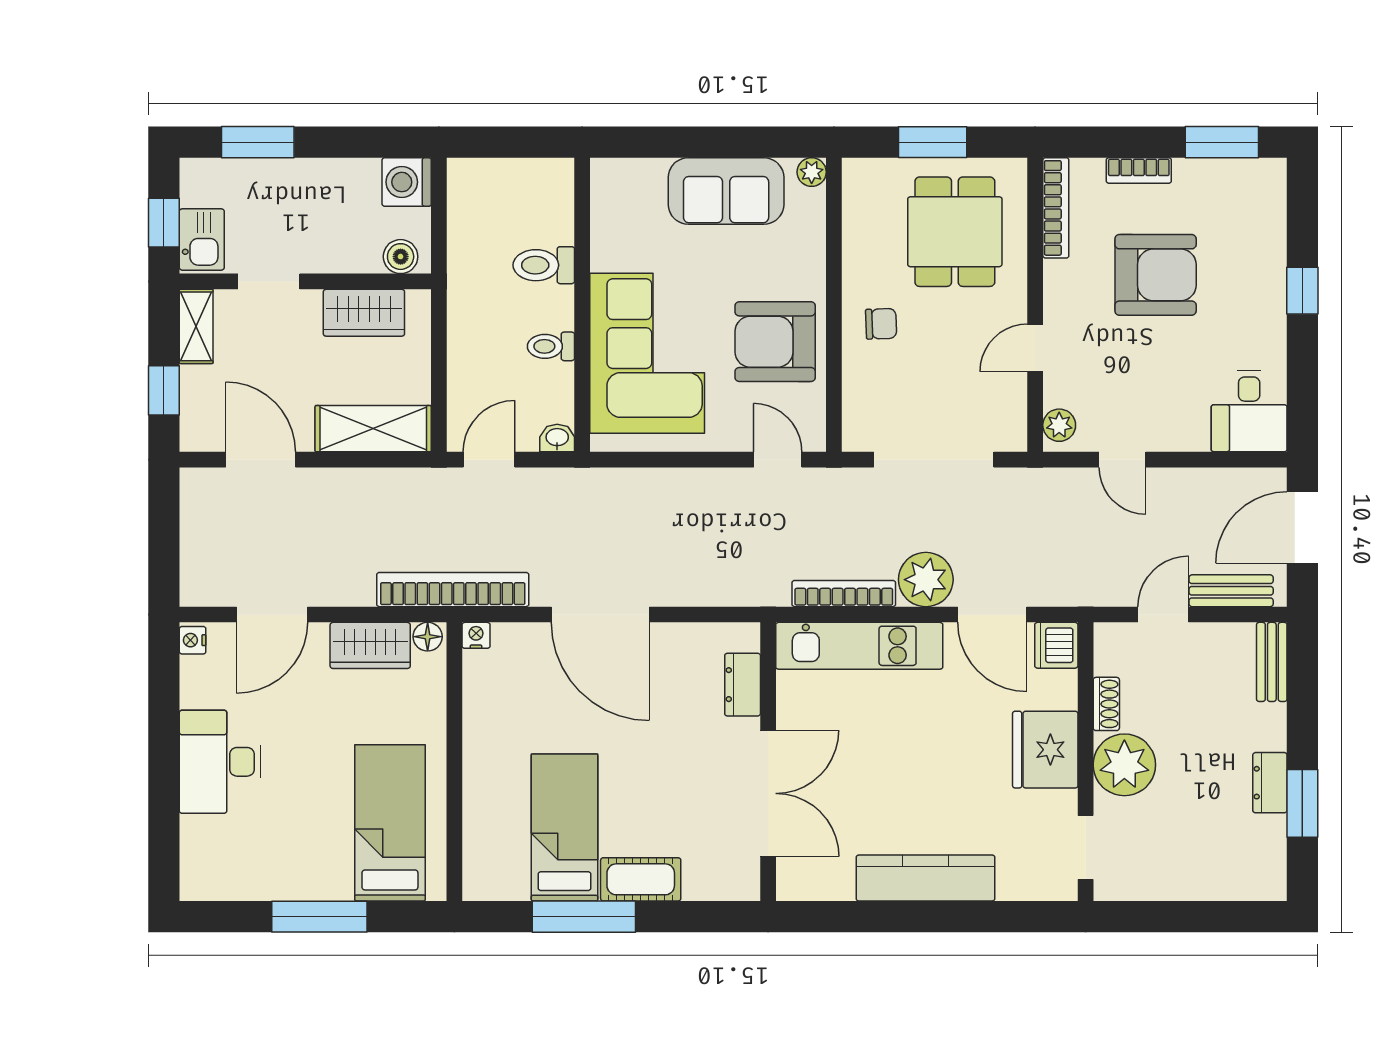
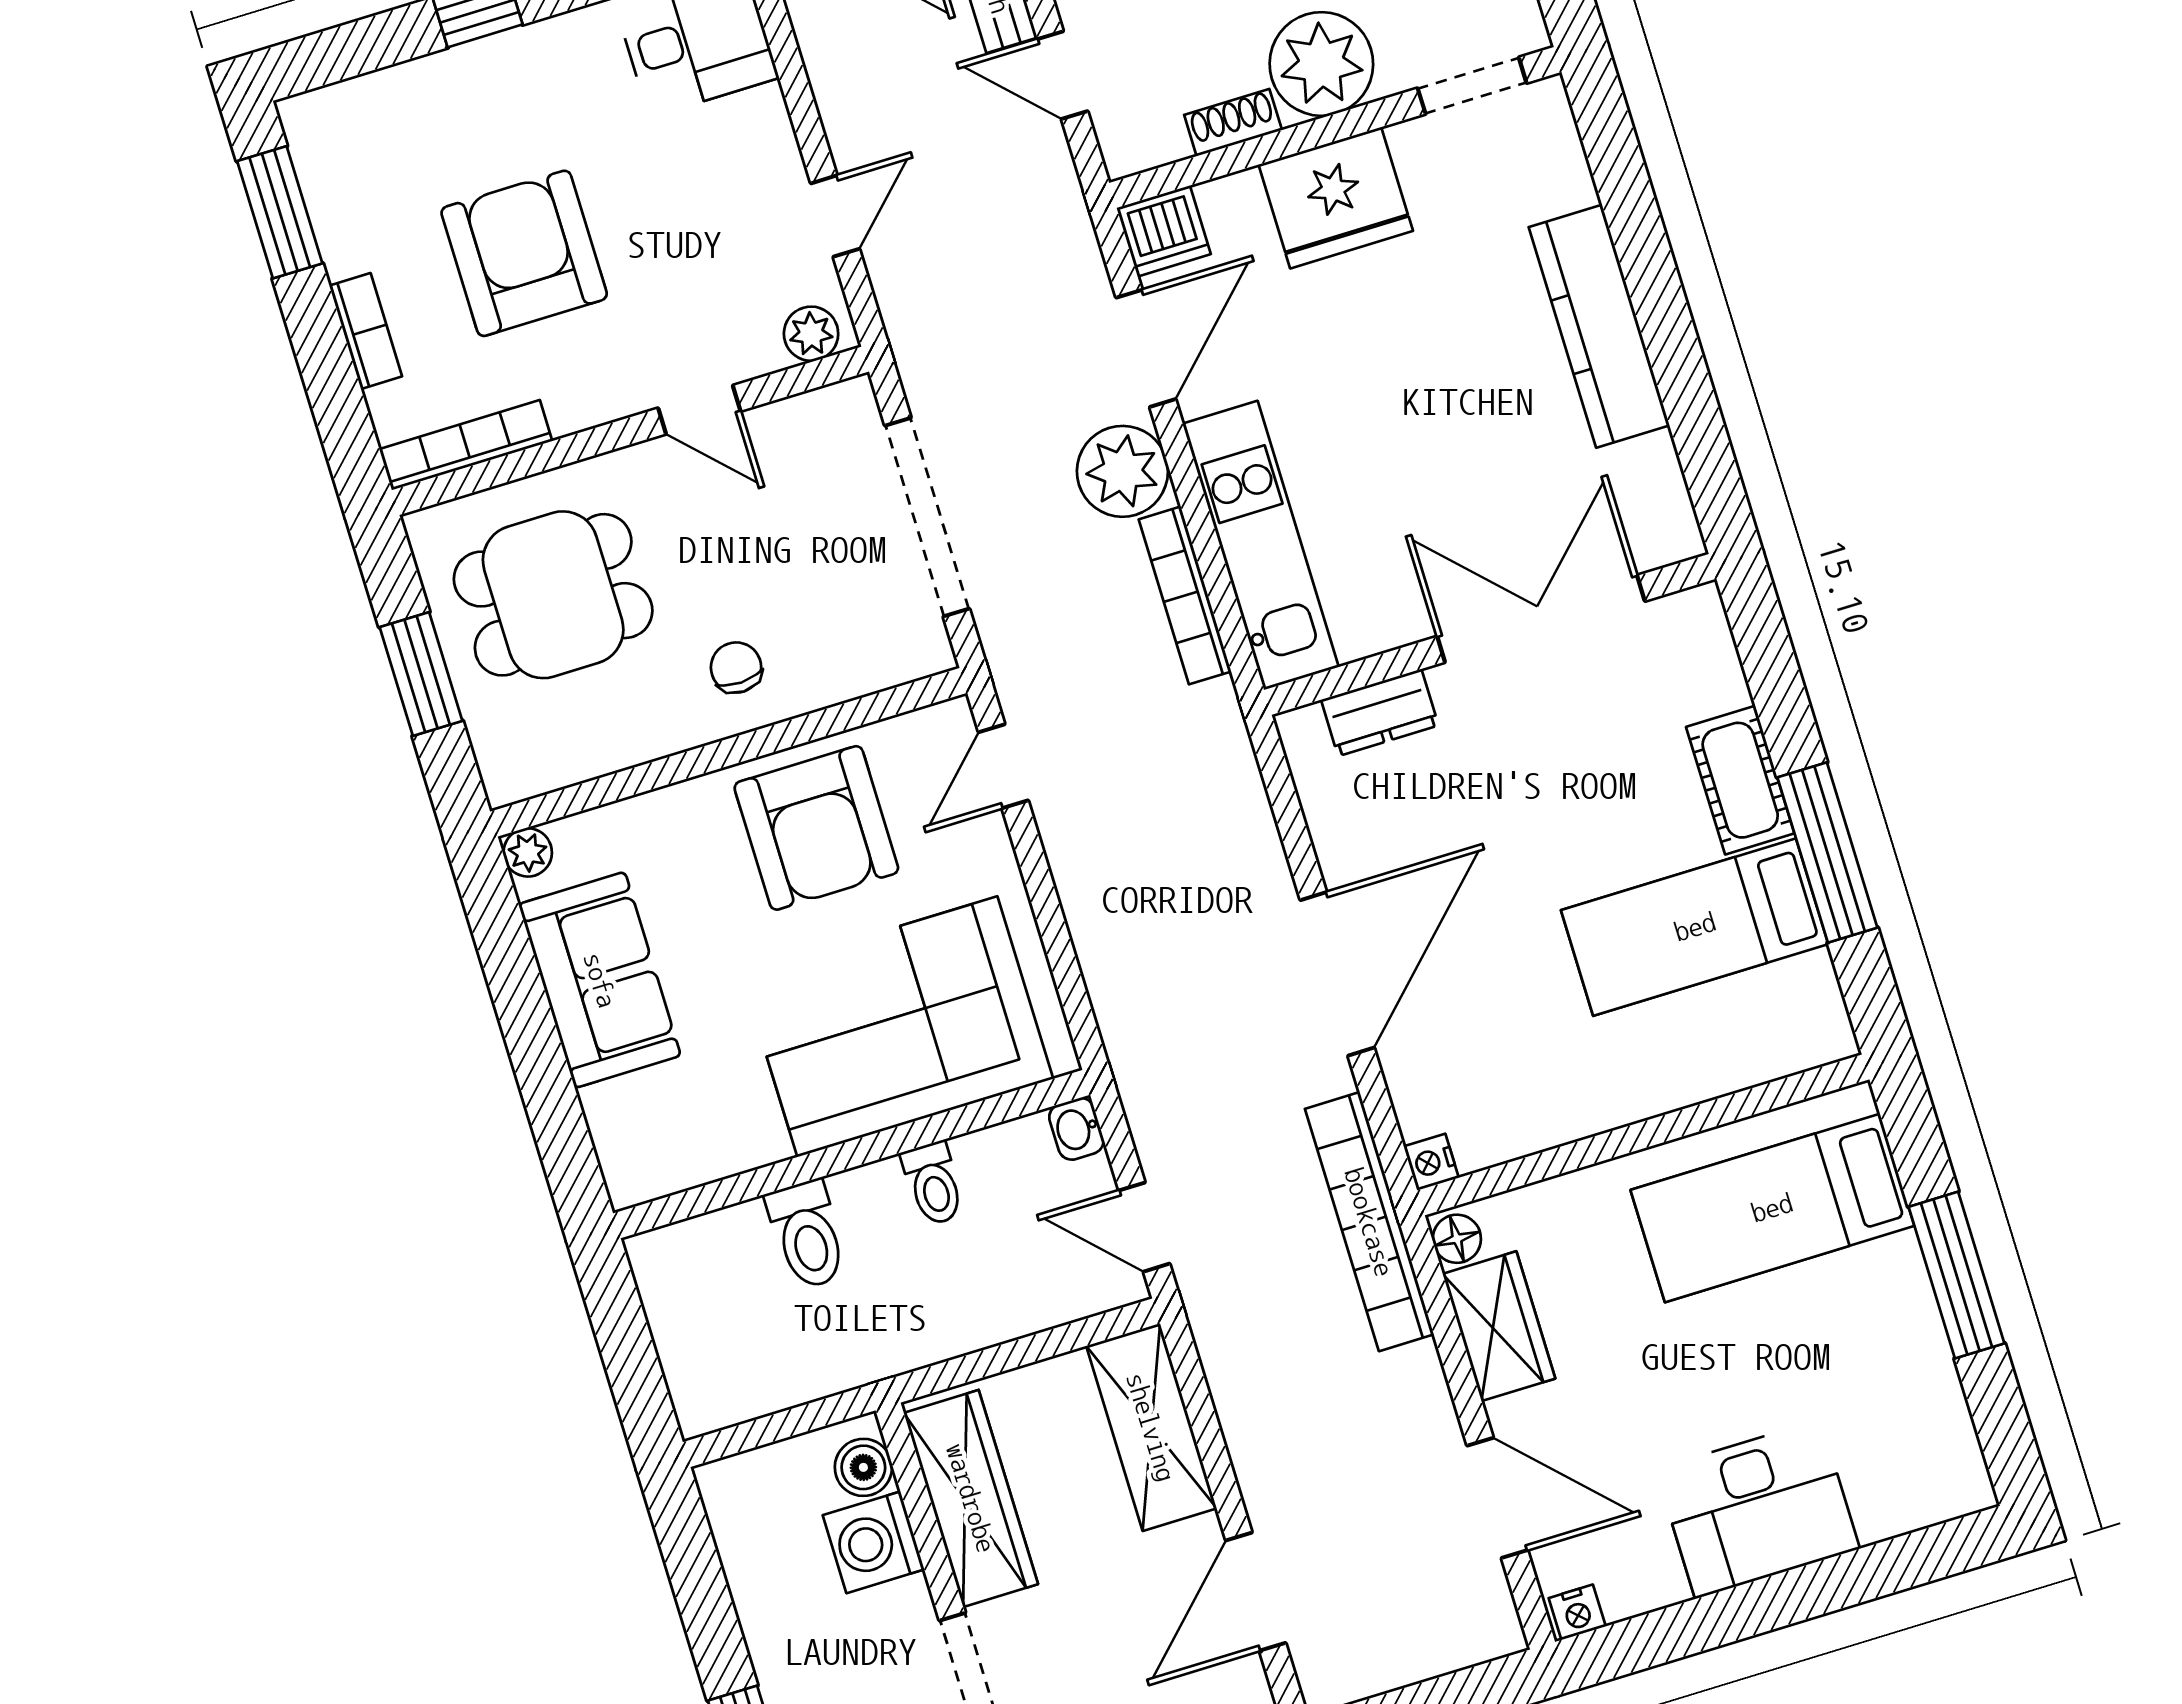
washing machine: (407, 182) -> (874, 1542), moved, turned 90
wardrobe: (364, 313) -> (971, 1498), width x1.50

